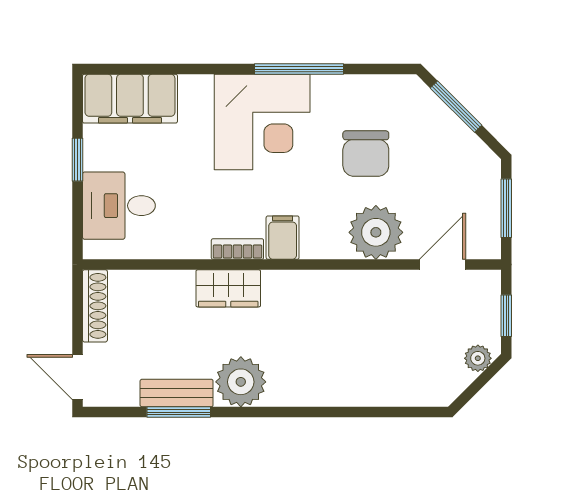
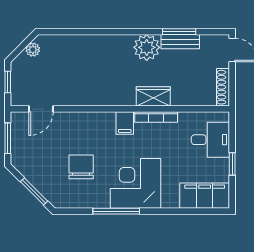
plant: (376, 232) -> (76, 126), removed
bookcase: (237, 249) -> (156, 117), width x1.56
plant: (478, 358) -> (33, 50), moved

